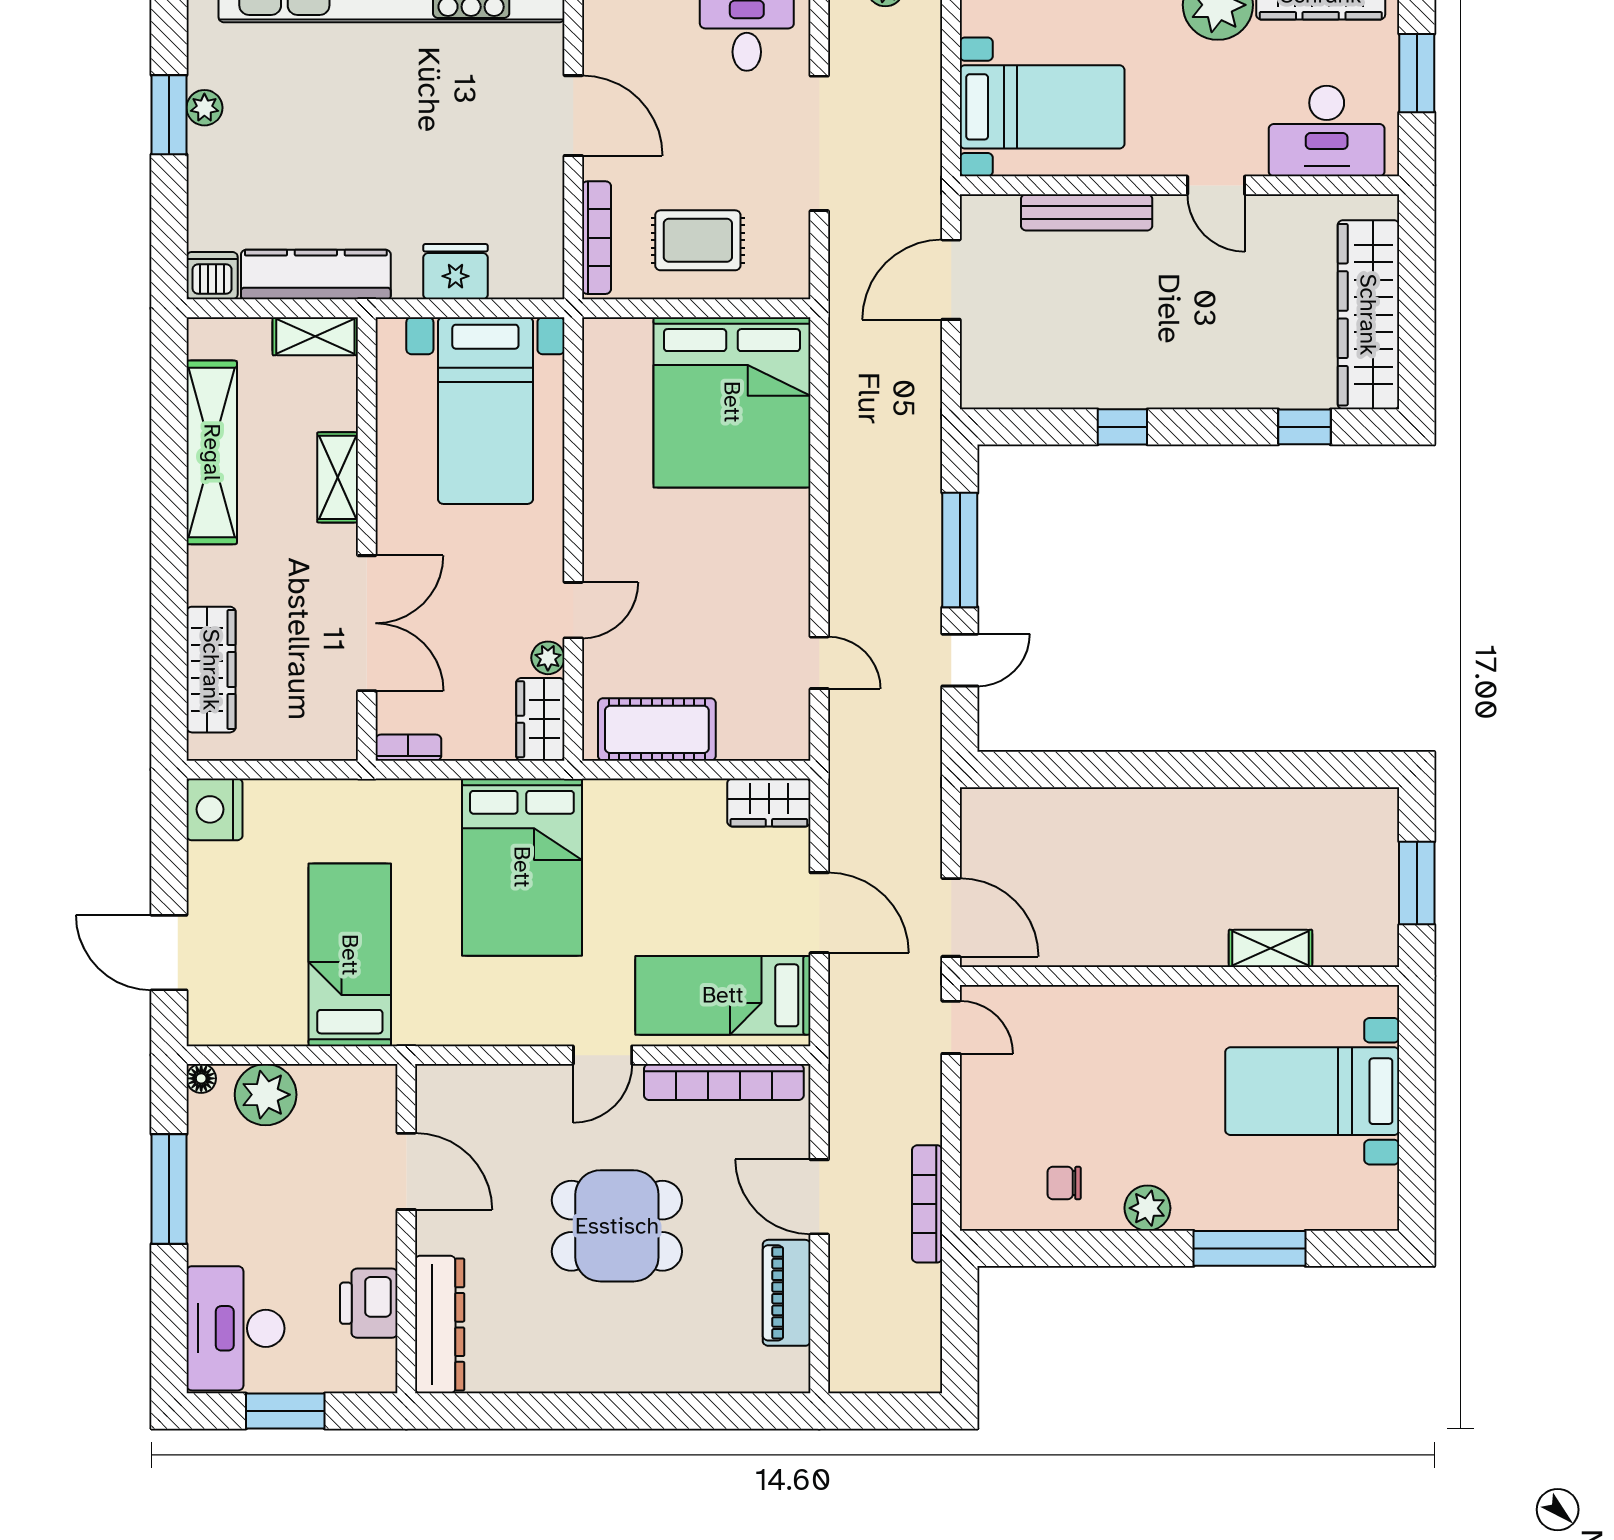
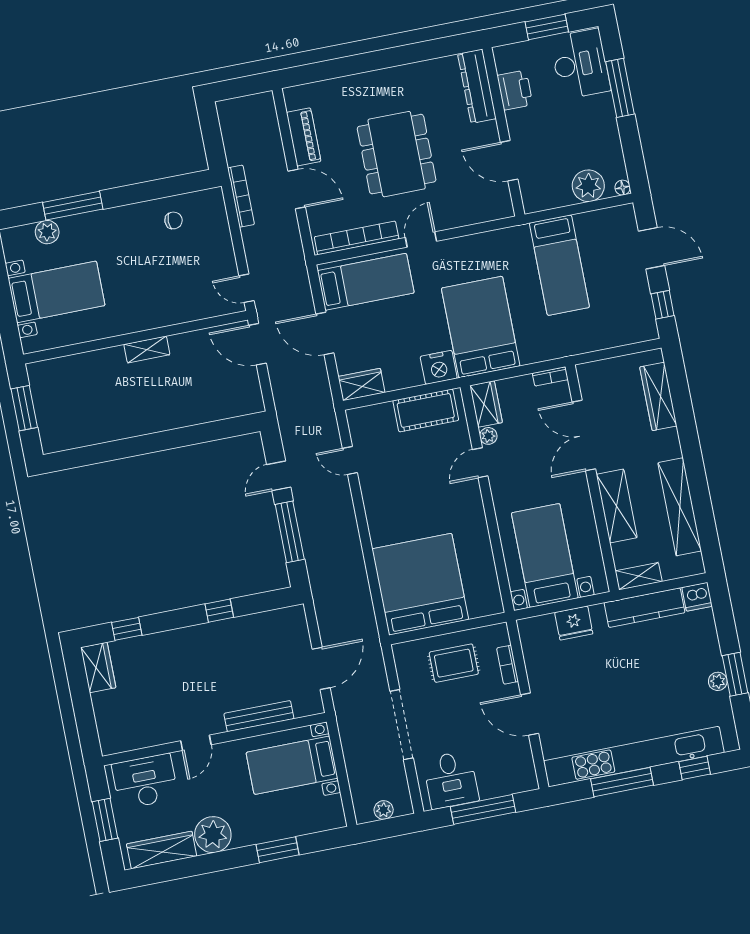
door: (1216, 185) -> (196, 743), swing flipped
bookcase: (596, 238) -> (508, 665), width x0.64
wardrobe: (1368, 315) -> (98, 667), width x0.48, depth x0.85
shelving: (338, 477) -> (617, 506), width x1.50, depth x1.33
nightstand: (214, 809) -> (439, 367), moved, turned 90
window: (169, 842) -> (663, 305), added
shelving: (1271, 948) -> (147, 349), moved
window: (169, 1189) -> (620, 88), moved
plant: (1147, 1208) -> (47, 232), moved
dining table: (617, 1226) -> (397, 154), width x1.38

